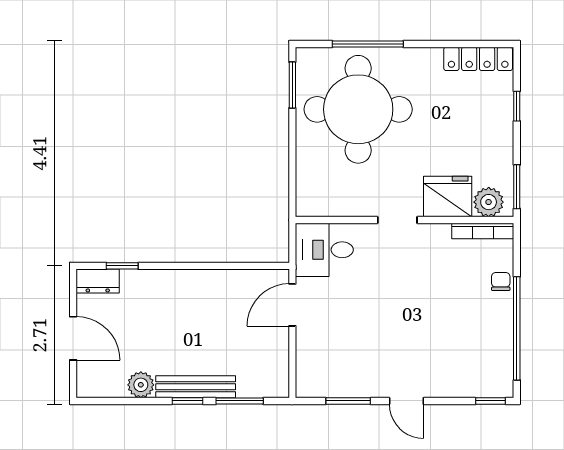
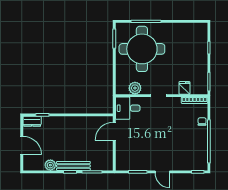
locker: (478, 59) -> (193, 28), removed
fridge: (448, 197) -> (184, 88), width x0.53, depth x0.75
plant: (489, 202) -> (135, 88), moved

